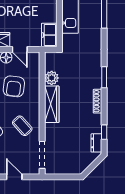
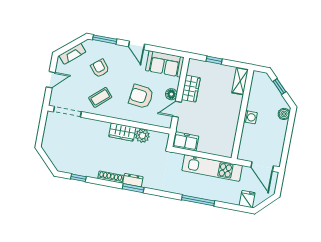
wardrobe: (52, 104) -> (122, 132), width x0.67
dresser: (96, 143) -> (133, 180), moved

